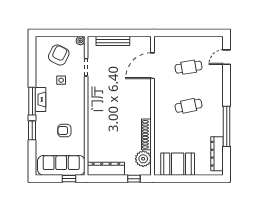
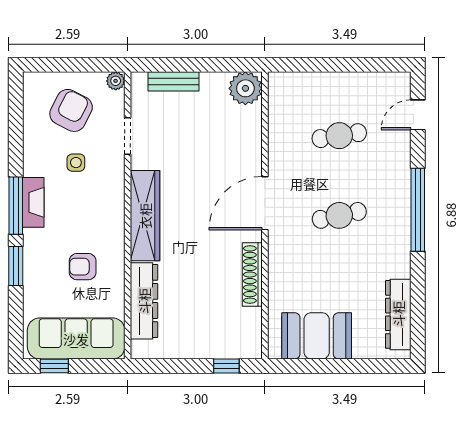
bench: (113, 41) -> (173, 81), width x0.73
door: (153, 66) -> (265, 203), moved
wardrobe: (95, 106) -> (145, 216), added
window: (227, 126) -> (418, 210), moved
plant: (143, 159) -> (245, 88), moved
dresser: (106, 169) -> (144, 301), moved, turned 90
window: (69, 179) -> (54, 366), moved

